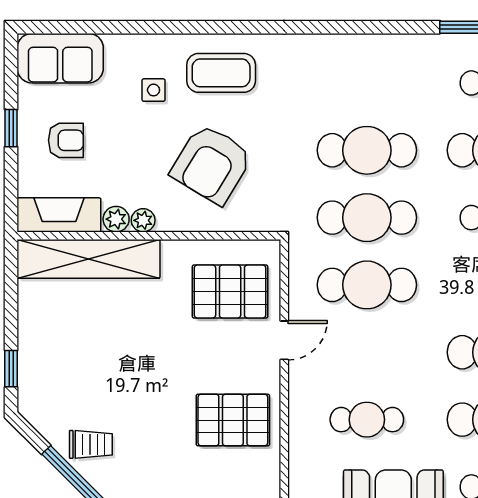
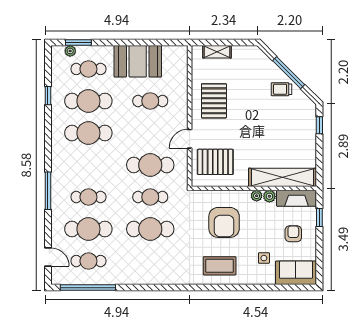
side table: (154, 90) -> (264, 258), moved
window: (11, 128) -> (319, 217), moved
armchair: (66, 140) -> (293, 234), turned 90
armchair: (212, 164) -> (224, 222), turned 149
cafe table: (367, 218) -> (150, 197), width x0.73, depth x0.74
pallet: (233, 420) -> (214, 101), turned 90

